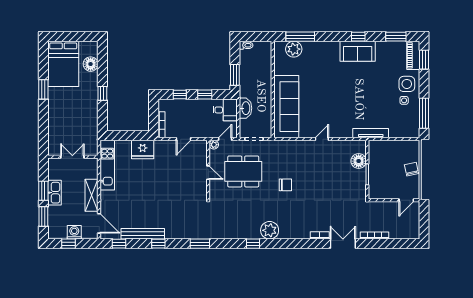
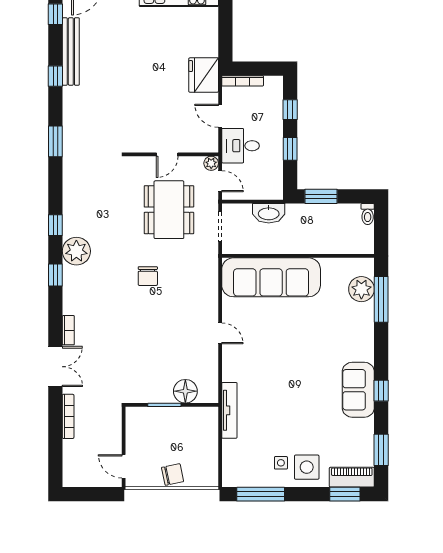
desk: (225, 110) -> (240, 146), moved, turned 90
fridge: (143, 149) -> (204, 75), moved
window: (285, 244) -> (55, 275), added

